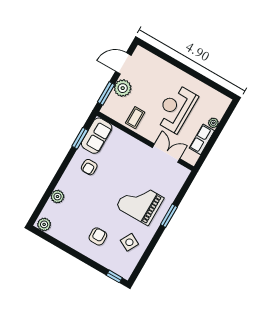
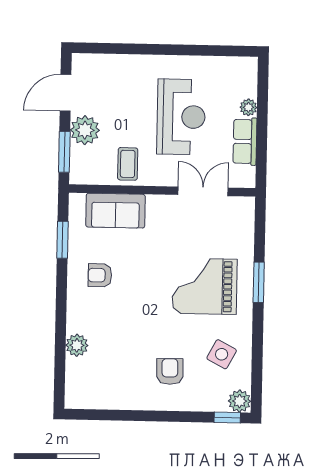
reception desk: (176, 109) -> (181, 117), turned 180
sofa: (97, 136) -> (115, 211), moved, turned 90
armchair: (89, 167) -> (100, 275), turned 90
plant: (44, 224) -> (240, 401), moved

